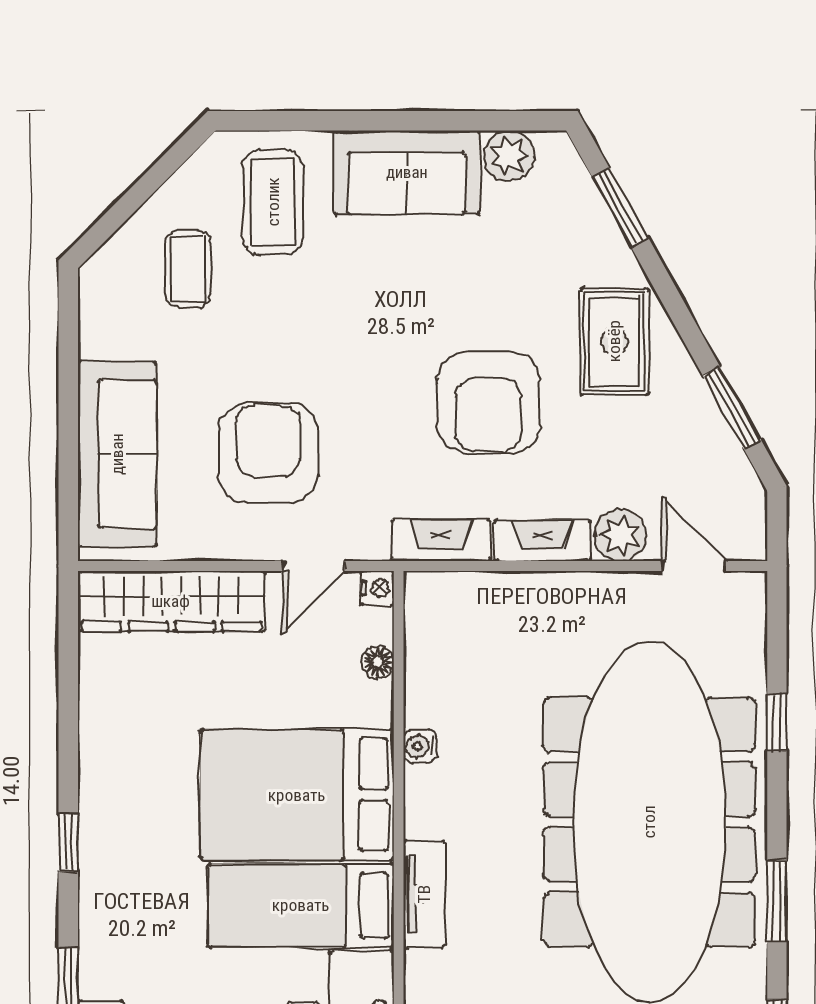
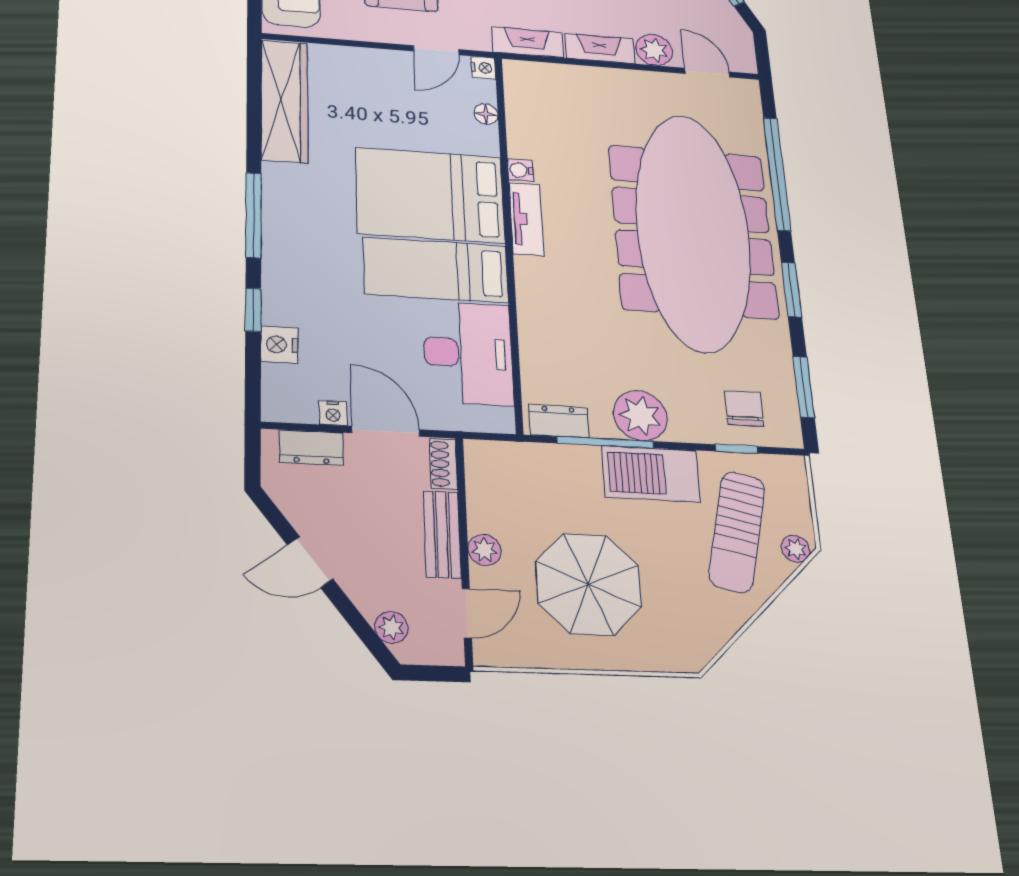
wardrobe: (171, 601) -> (285, 101), moved, turned -90
window: (777, 722) -> (777, 174), width x3.17
window: (68, 842) -> (254, 215), width x2.17
tv unit: (424, 894) -> (526, 219), moved

